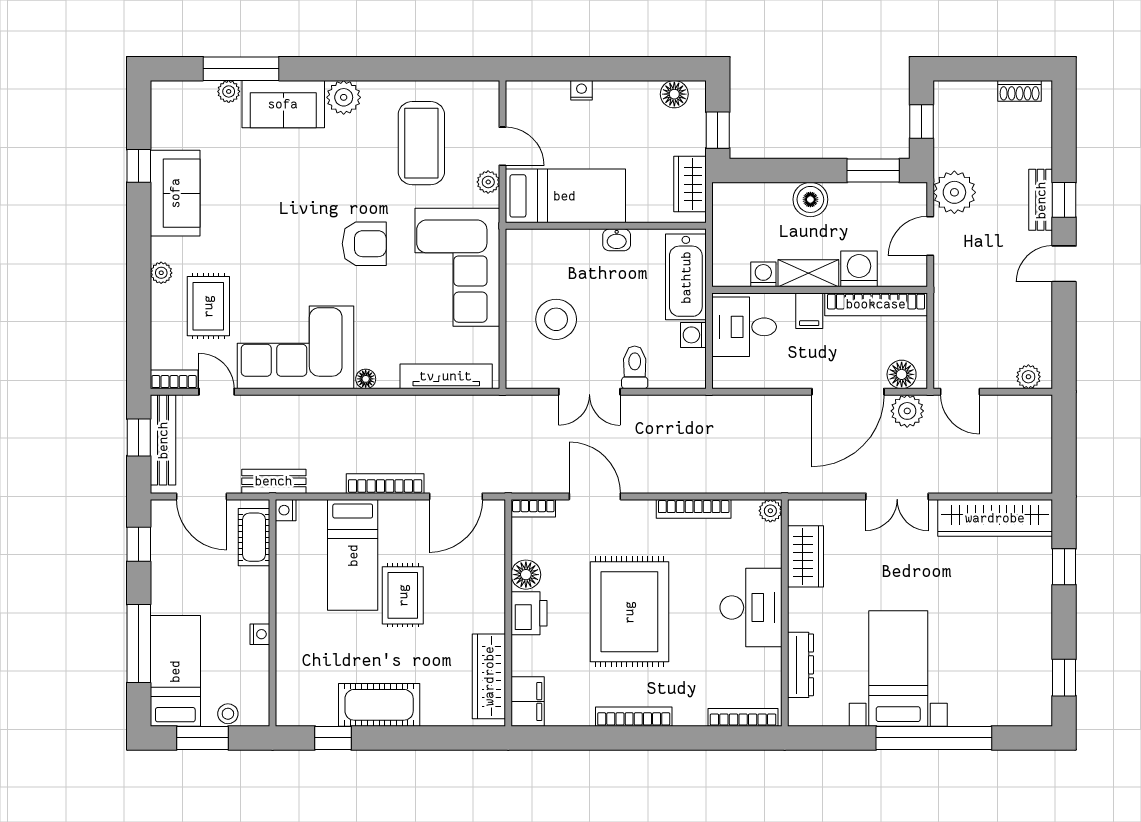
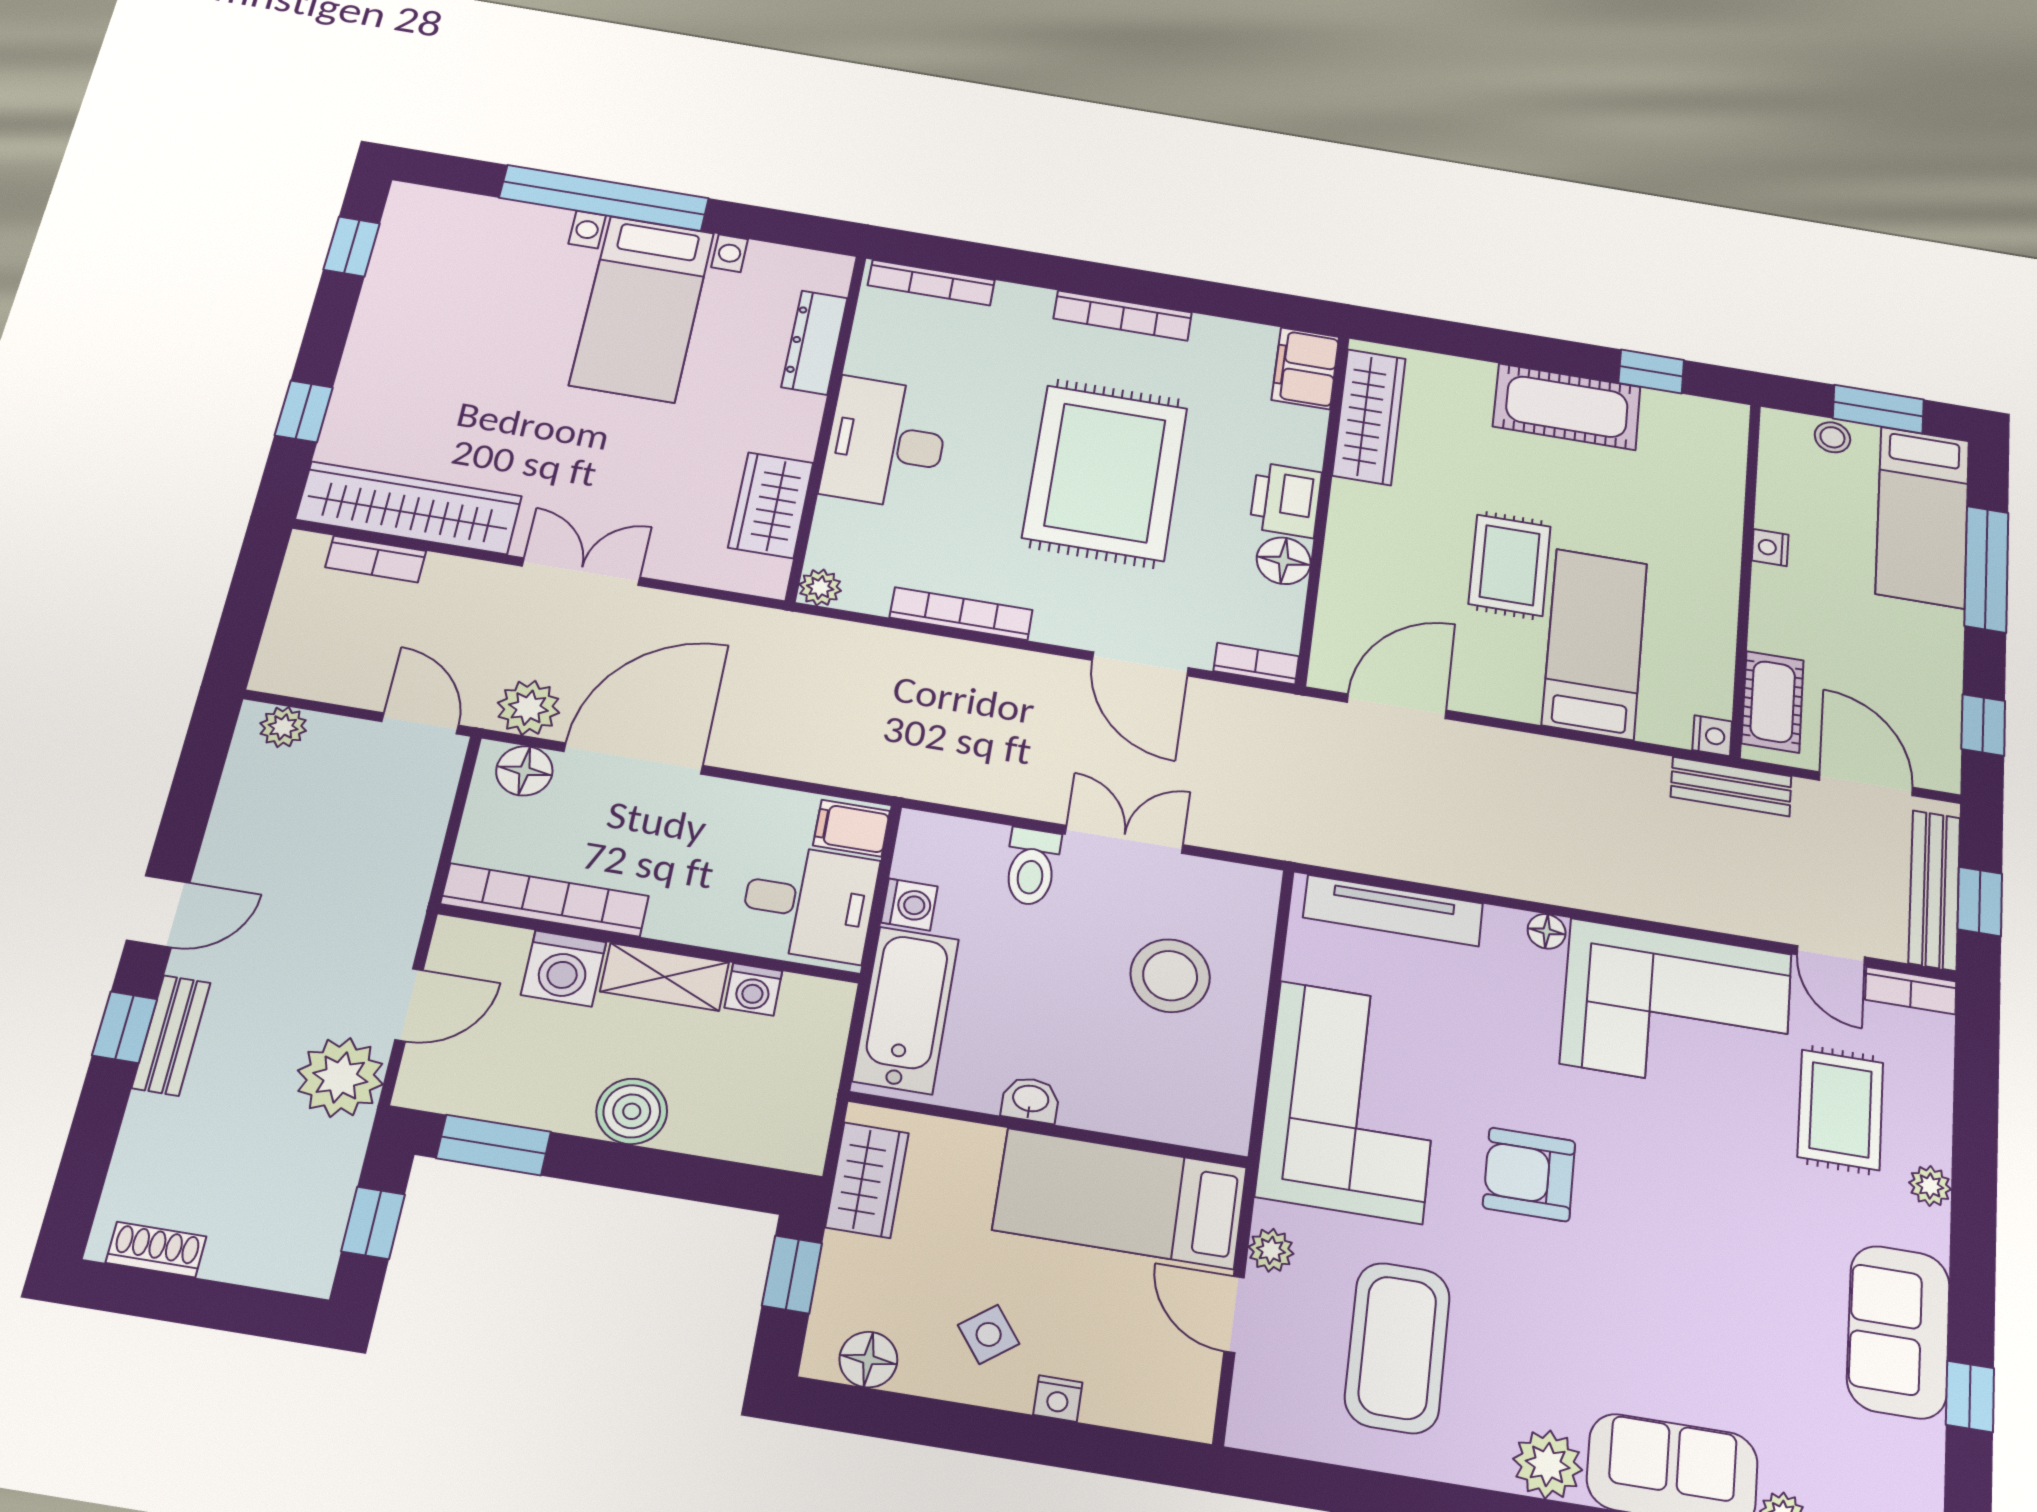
side table: (619, 116) -> (989, 1334), added
filing cabinet: (809, 311) -> (851, 828), moved, turned -90
bookcase: (385, 484) -> (376, 559), moved, width x0.64

